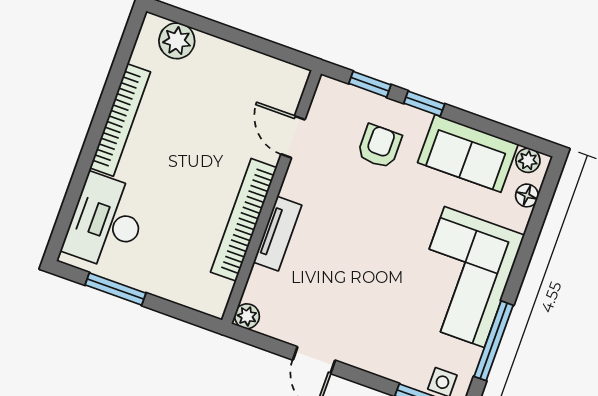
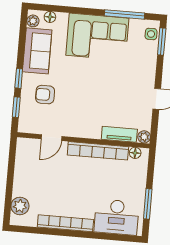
tv unit: (278, 234) -> (119, 134), moved
floor lamp: (221, 291) -> (135, 153), added

